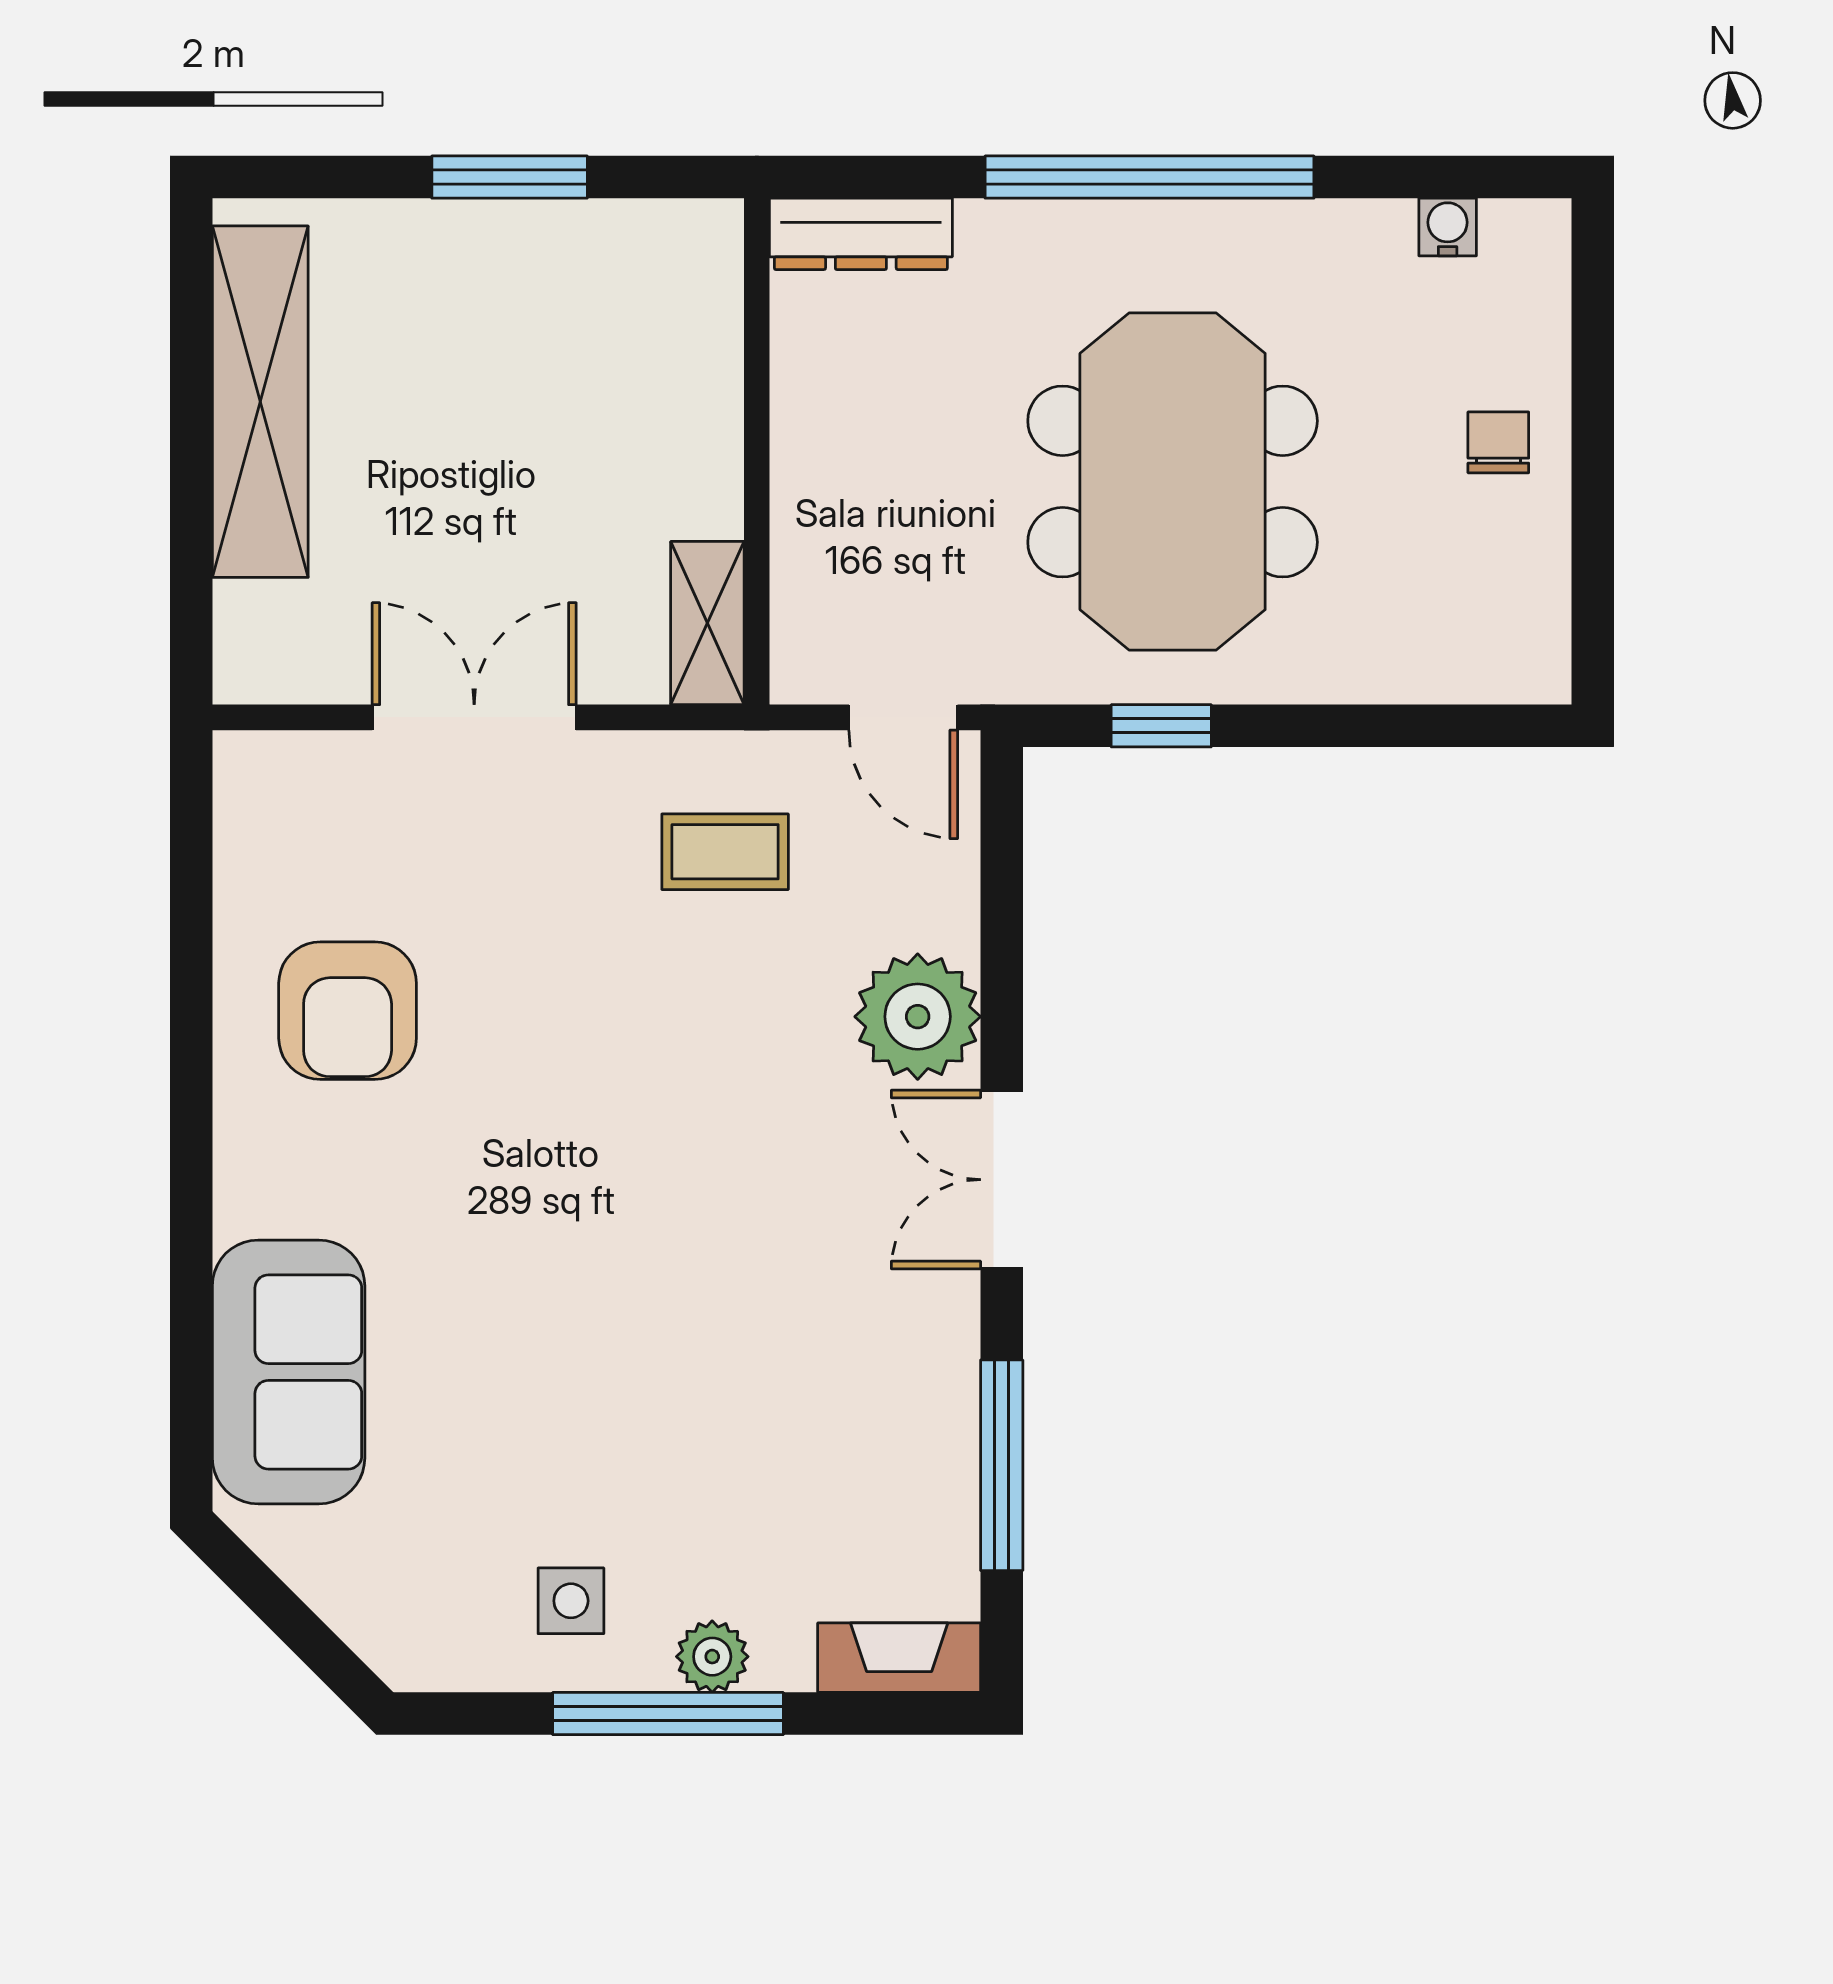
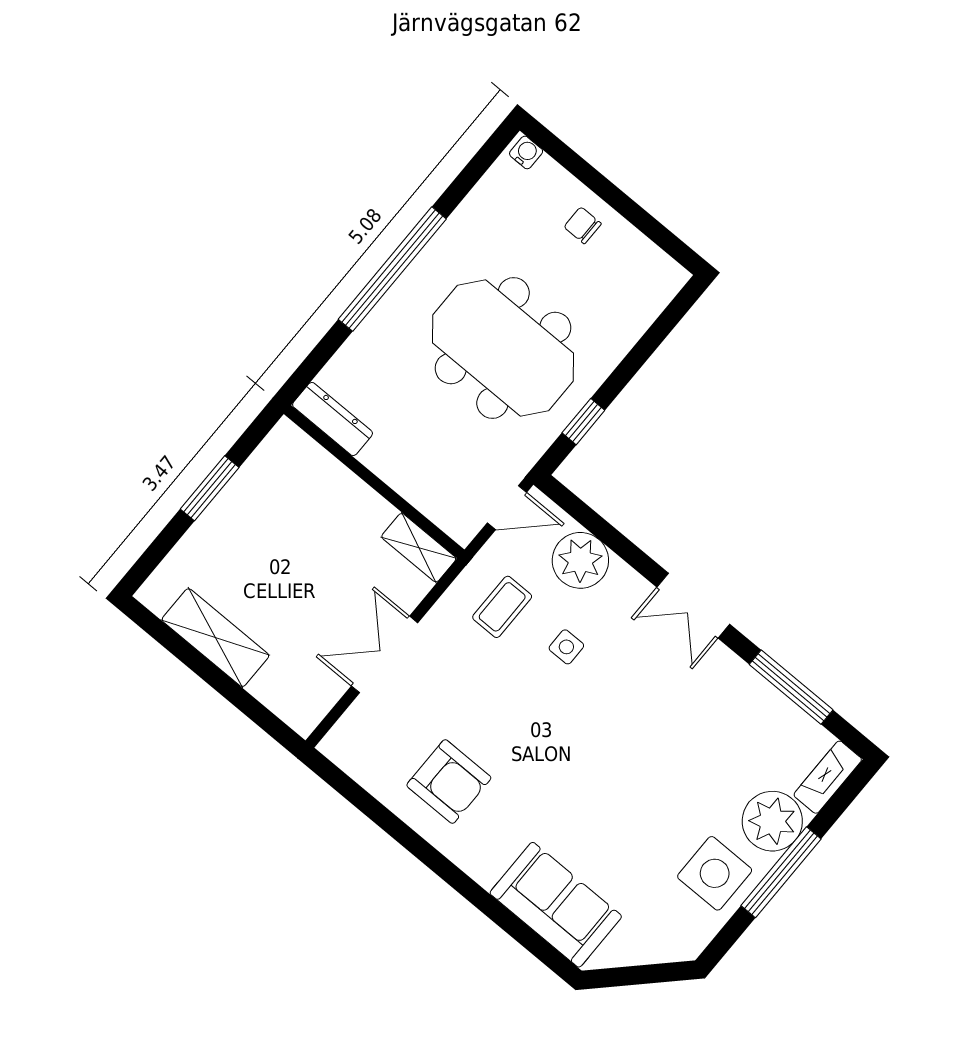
water cooler: (1448, 227) -> (526, 152), moved, turned 90
dresser: (861, 234) -> (333, 419), moved, turned -90
shelving: (260, 402) -> (215, 638), width x0.68
plant: (918, 1017) -> (580, 560), moved
side table: (748, 1020) -> (566, 647), added
side table: (571, 1601) -> (715, 873), width x1.87, depth x1.87
plant: (712, 1657) -> (772, 821), width x1.88, depth x1.88

